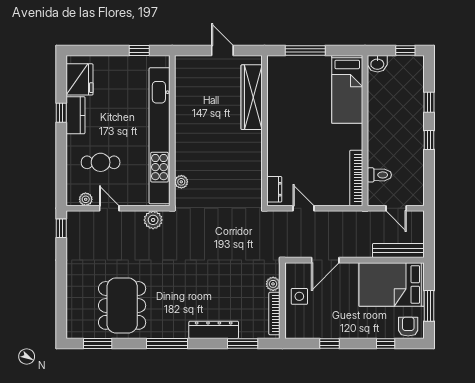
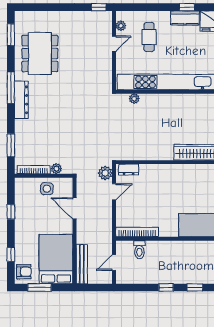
plant: (153, 220) -> (105, 173), moved
dining table: (122, 305) -> (40, 53), turned 90
dresser: (214, 330) -> (21, 100), moved

